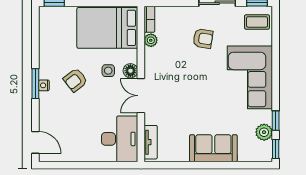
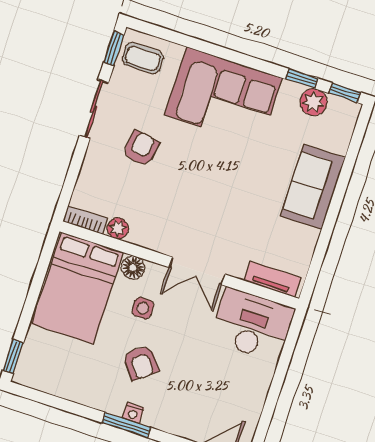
coffee table: (257, 22) -> (143, 58), turned 90
floor lamp: (130, 71) -> (133, 268), moved

